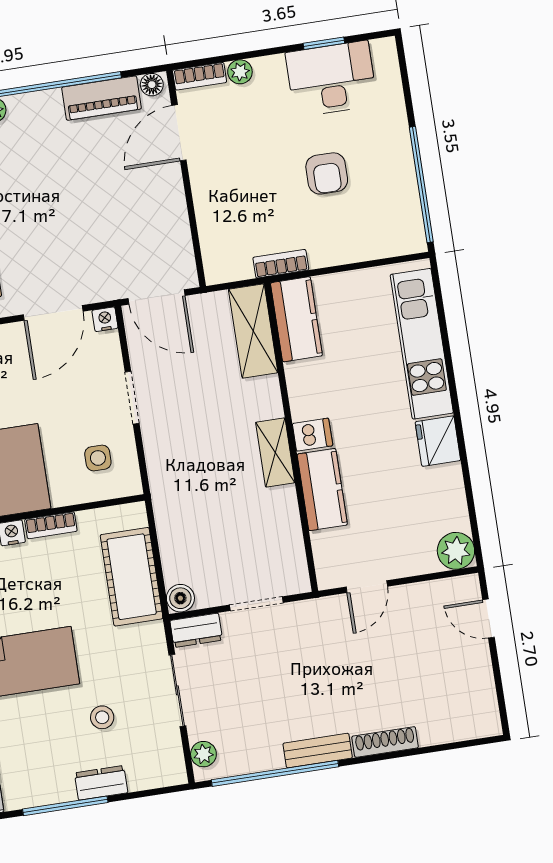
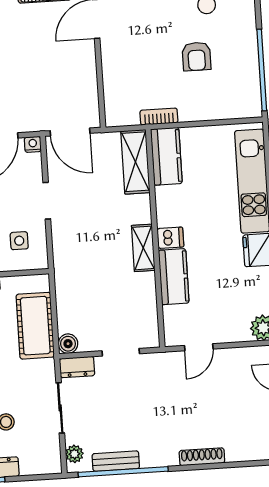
bench: (318, 751) -> (116, 461), moved

